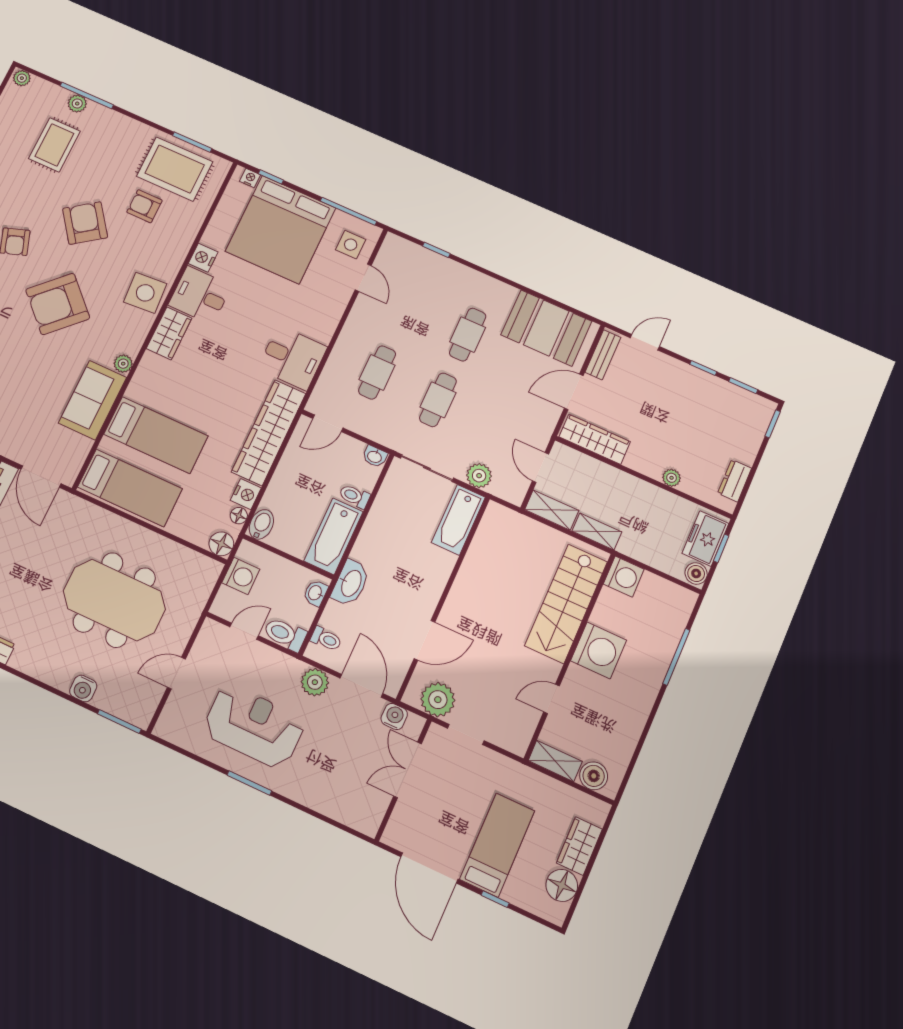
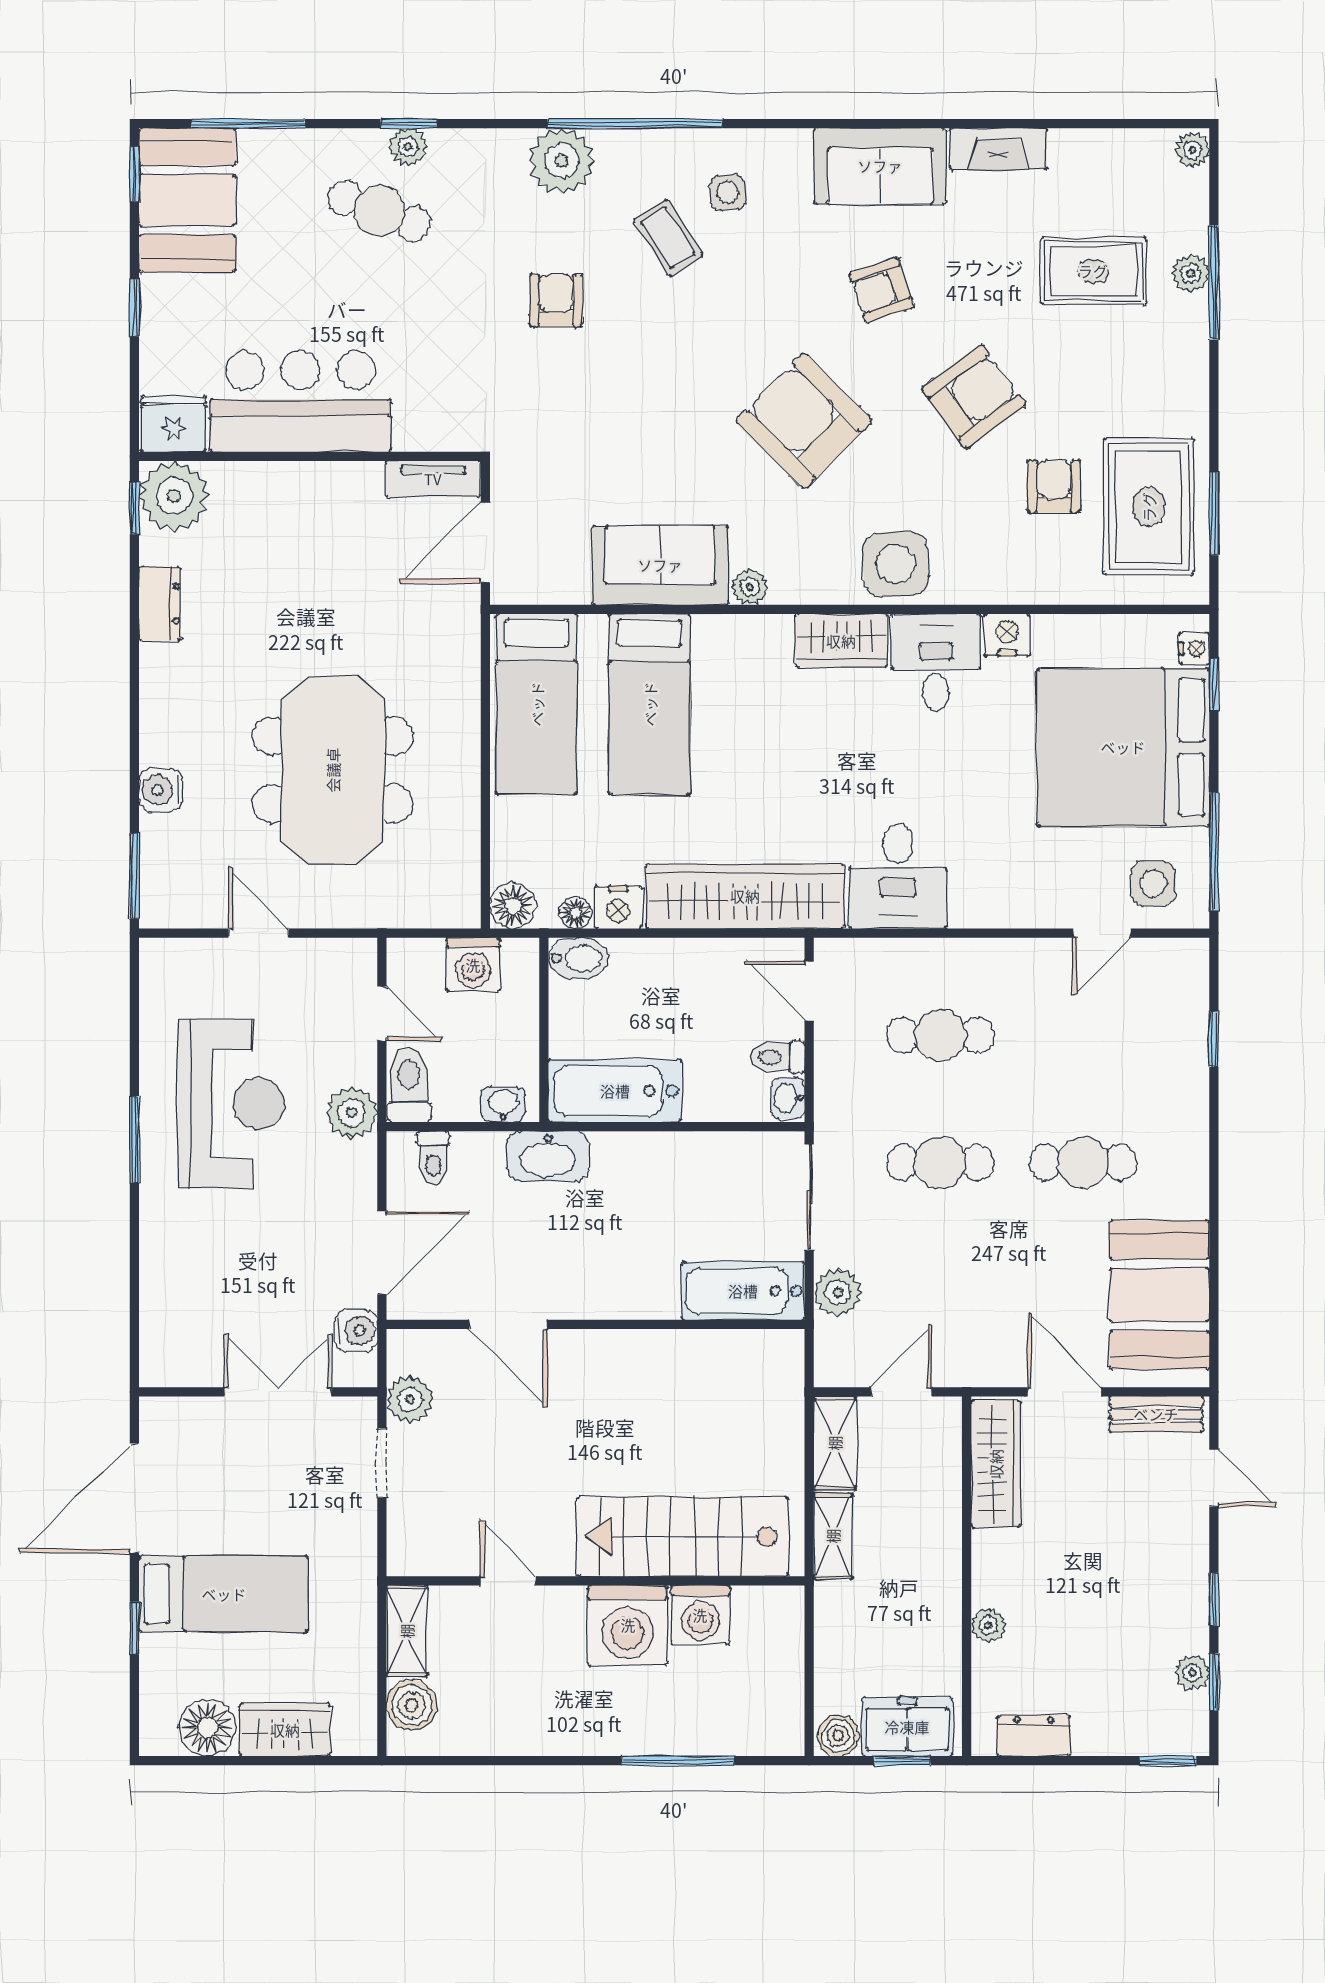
plant: (735, 394) -> (1192, 1673), added
toilet: (355, 496) -> (778, 1057), moved, turned -90
washing machine: (624, 577) -> (700, 1615), moved
plant: (315, 682) -> (352, 1113), moved
plant: (438, 700) -> (410, 1399), width x0.73, depth x0.73

